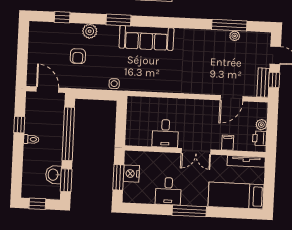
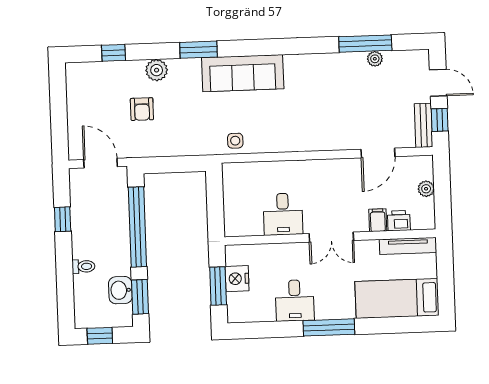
side table: (114, 84) -> (235, 141), moved
printer: (259, 138) -> (399, 221), moved, turned 90
toilet: (31, 139) -> (83, 266), moved

